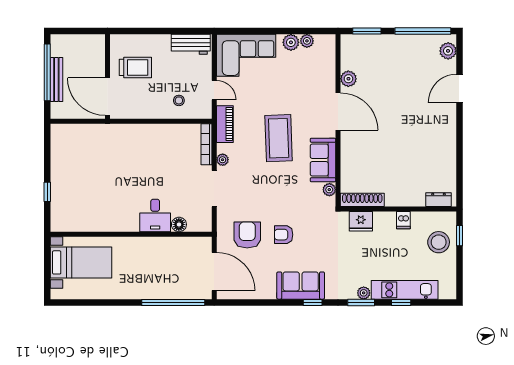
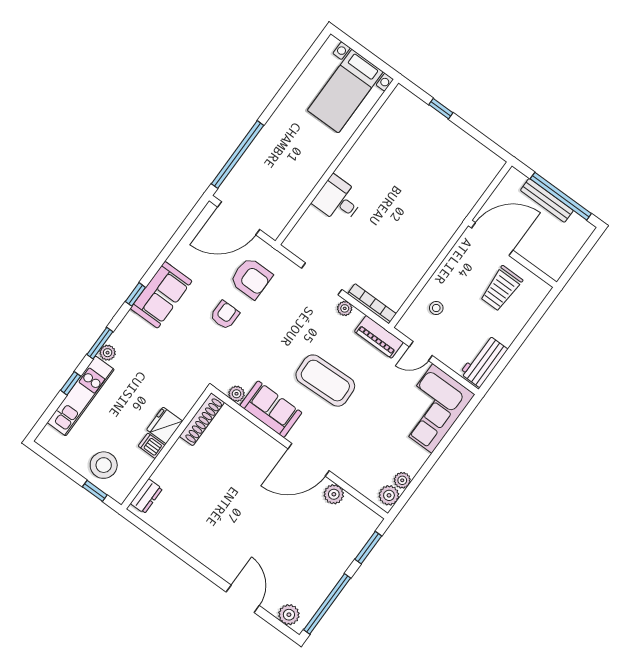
plant: (291, 42) -> (389, 495), moved
fridge: (361, 221) -> (165, 425), moved
floor lamp: (179, 224) -> (312, 217), removed

